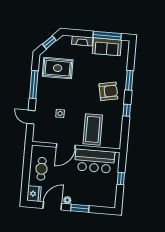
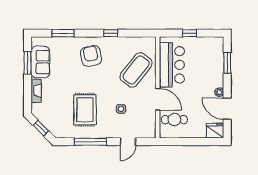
window: (107, 36) -> (28, 63), width x0.69
rug: (58, 68) -> (85, 110), moved
window: (129, 80) -> (63, 33), moved
coffee table: (93, 129) -> (136, 70), turned -52
cafe table: (42, 169) -> (174, 120), moved
window: (80, 208) -> (227, 63), moved

